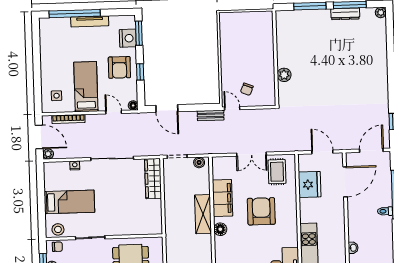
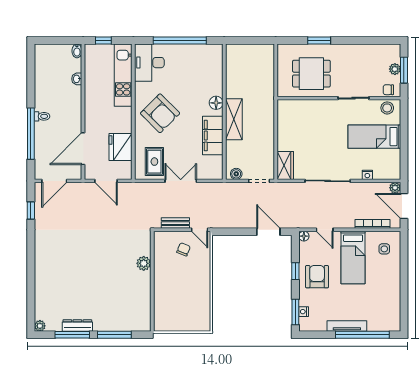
nightstand: (128, 38) -> (304, 312), width x0.53, depth x0.56
bench: (211, 115) -> (175, 223), moved
wardrobe: (153, 179) -> (285, 165), width x0.67
armchair: (261, 211) -> (160, 113), moved, turned -45

